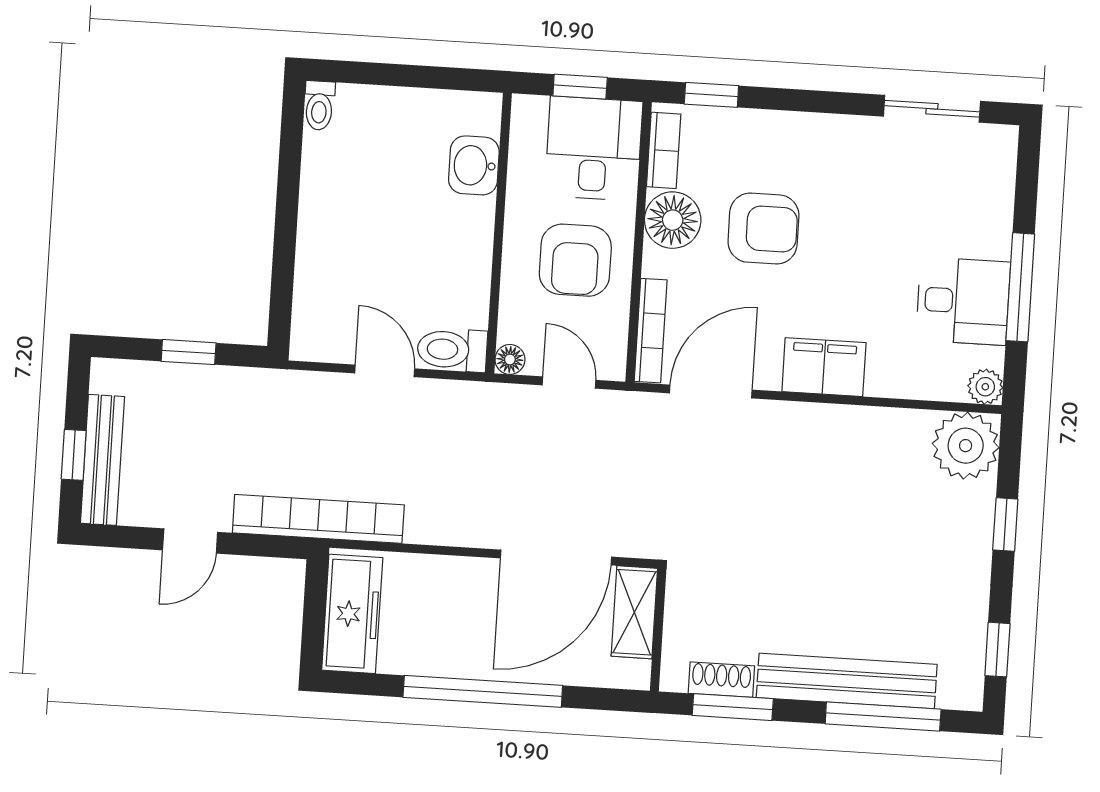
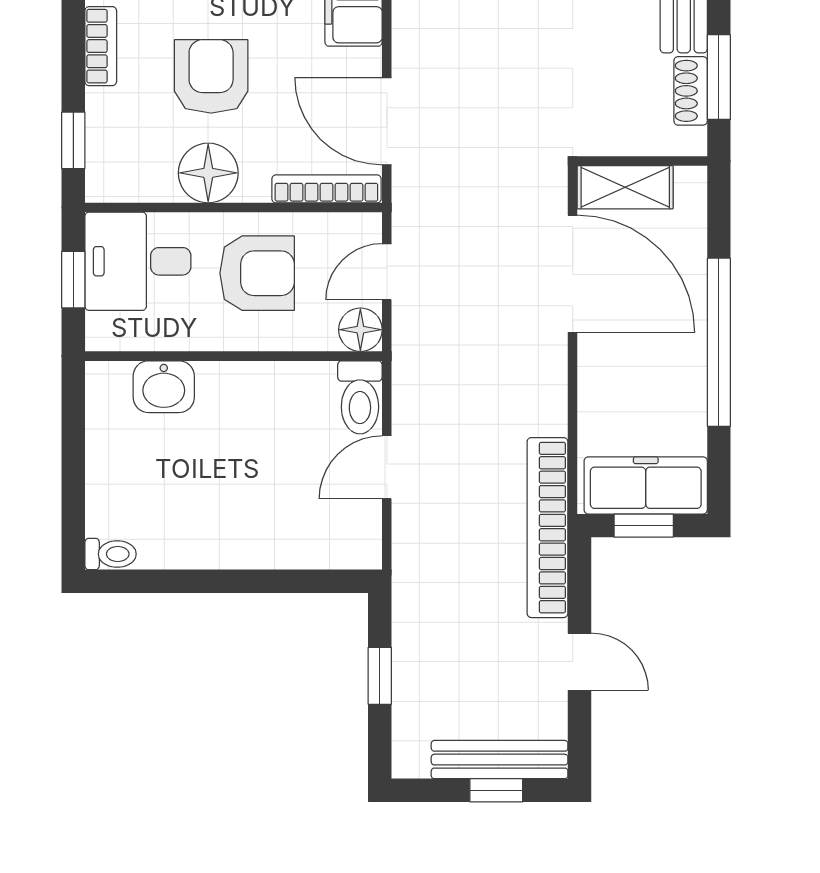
bookcase: (664, 150) -> (101, 46), moved, turned 90
floor lamp: (510, 359) -> (360, 330), width x1.37, depth x1.37
window: (314, 610) -> (644, 526), added

